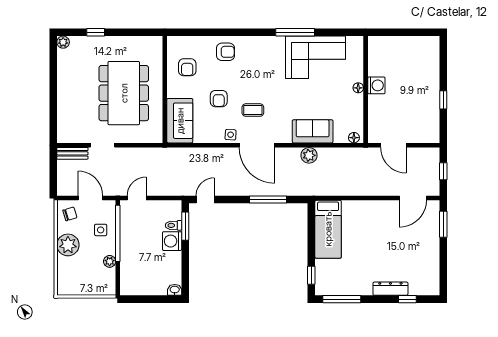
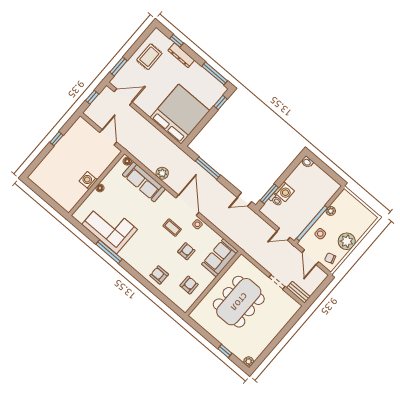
sofa: (313, 131) -> (144, 182), width x1.36
bed: (328, 229) -> (180, 114), width x2.04
rug: (421, 260) -> (149, 57), added

